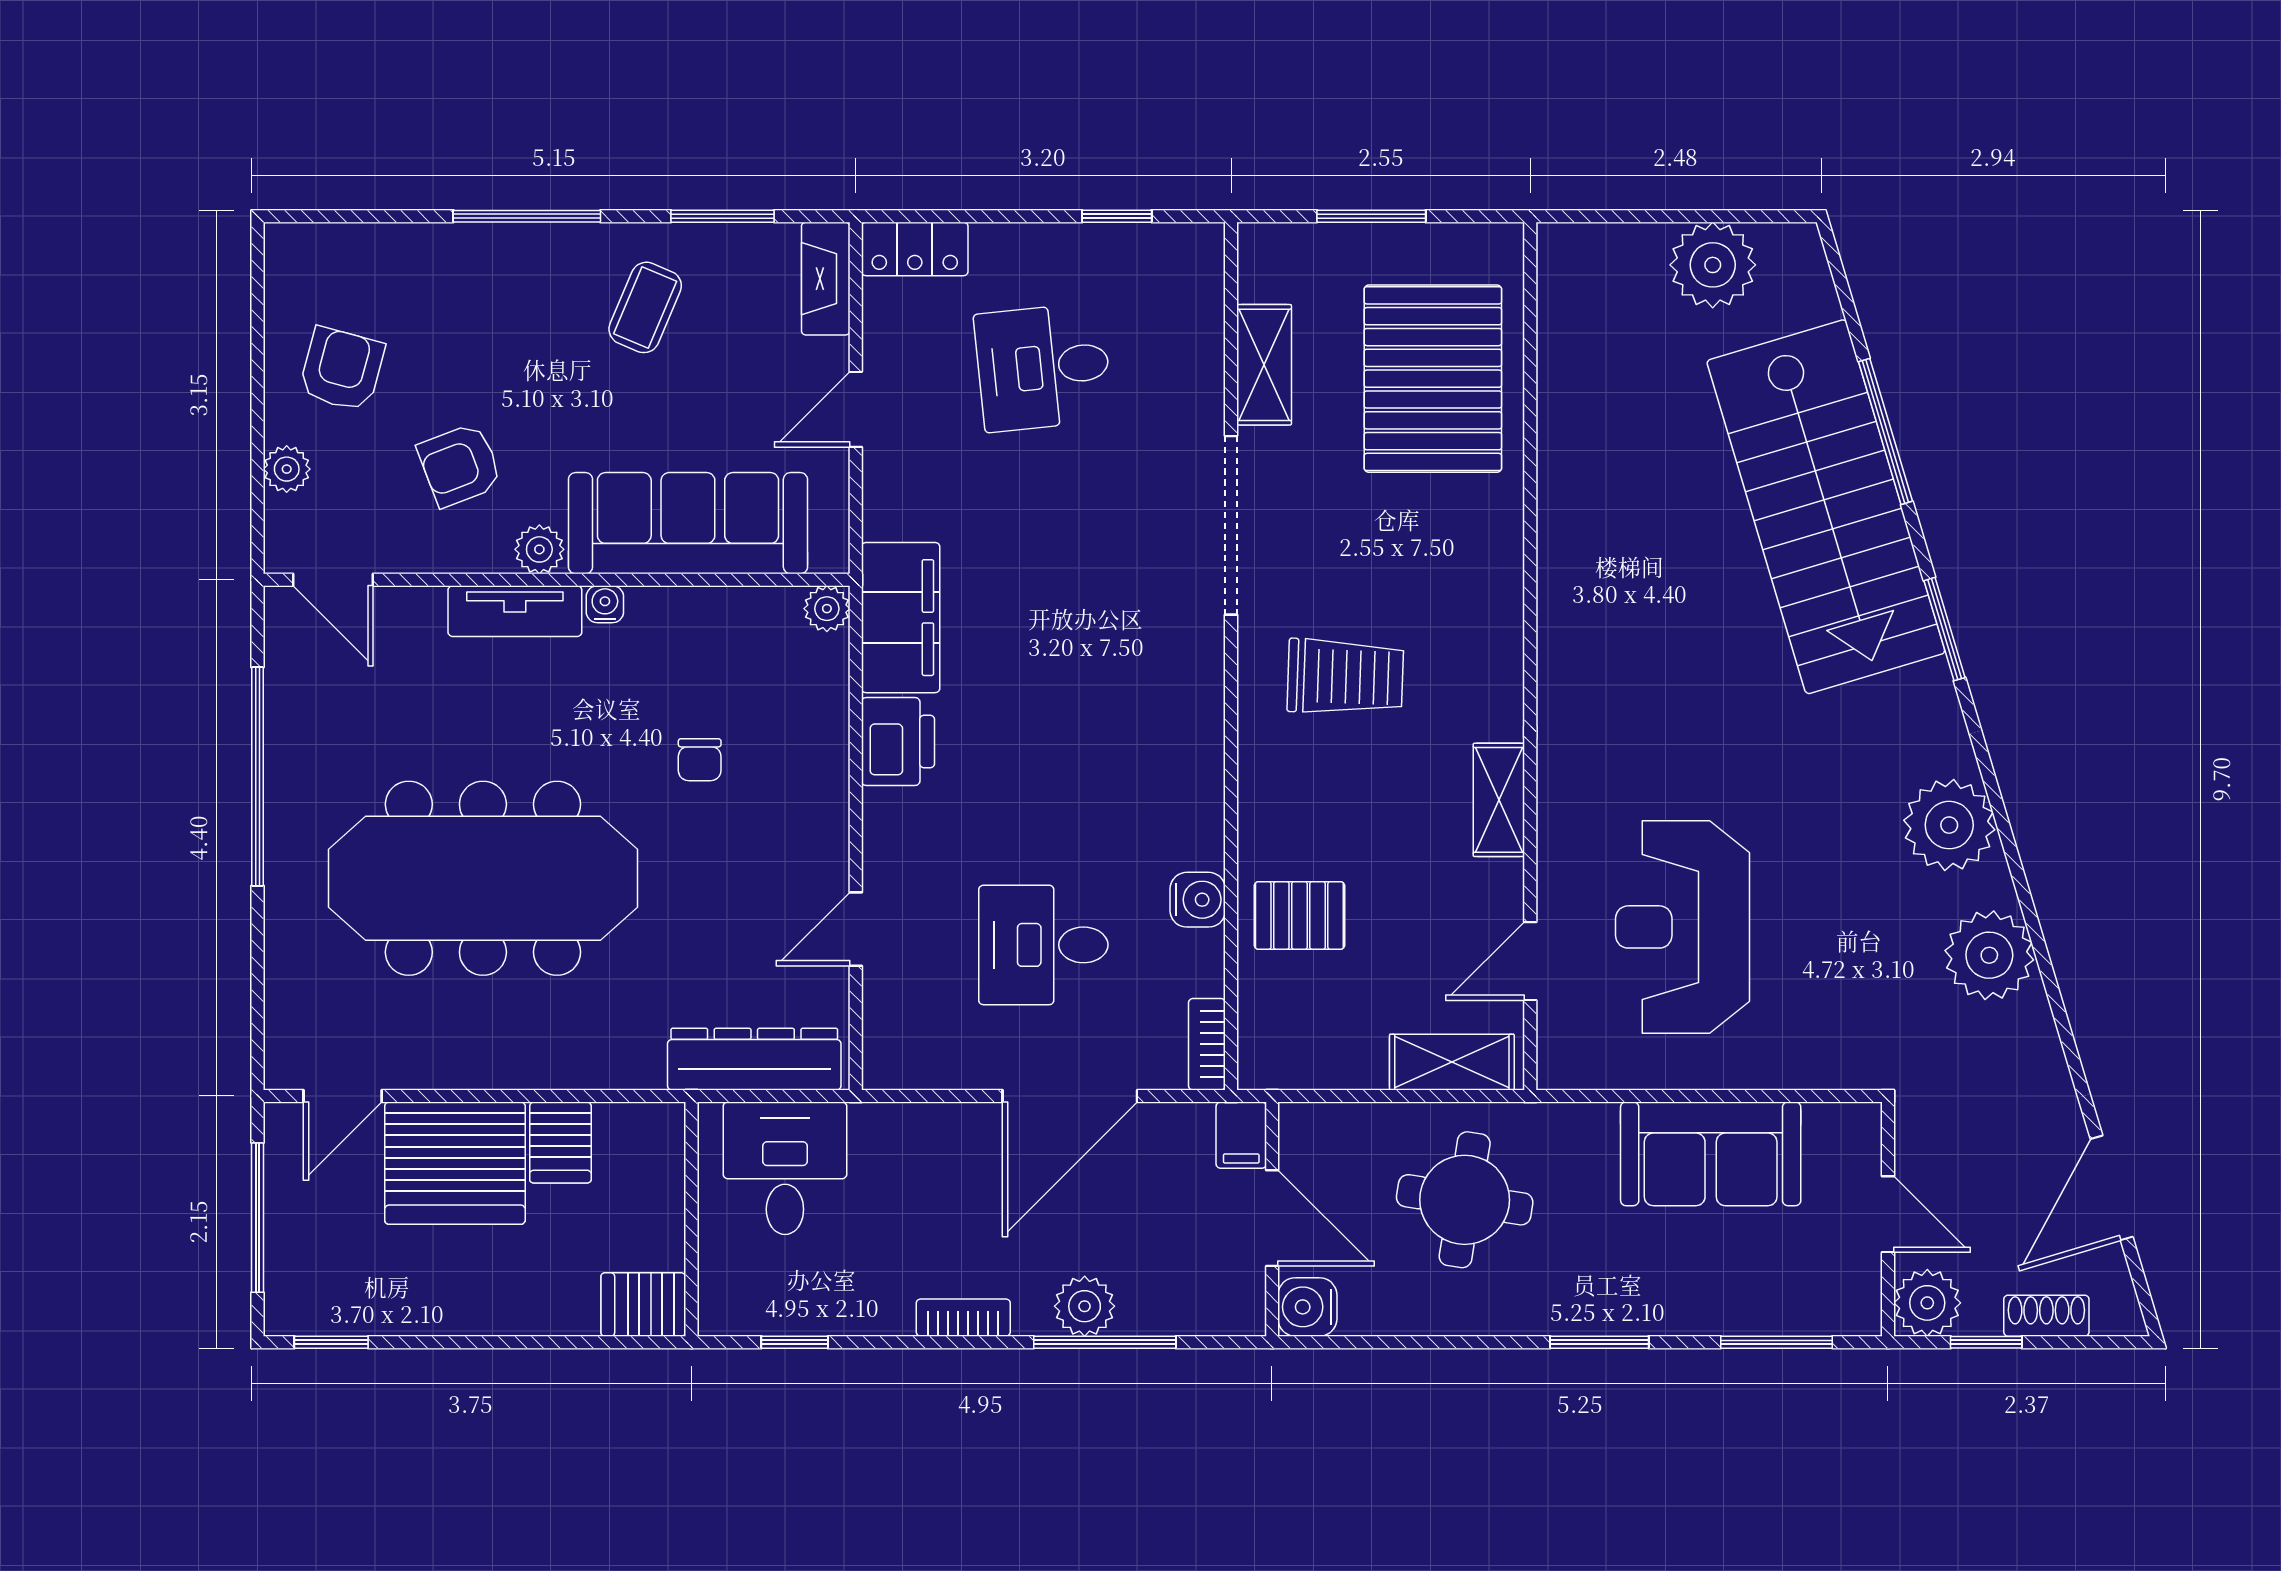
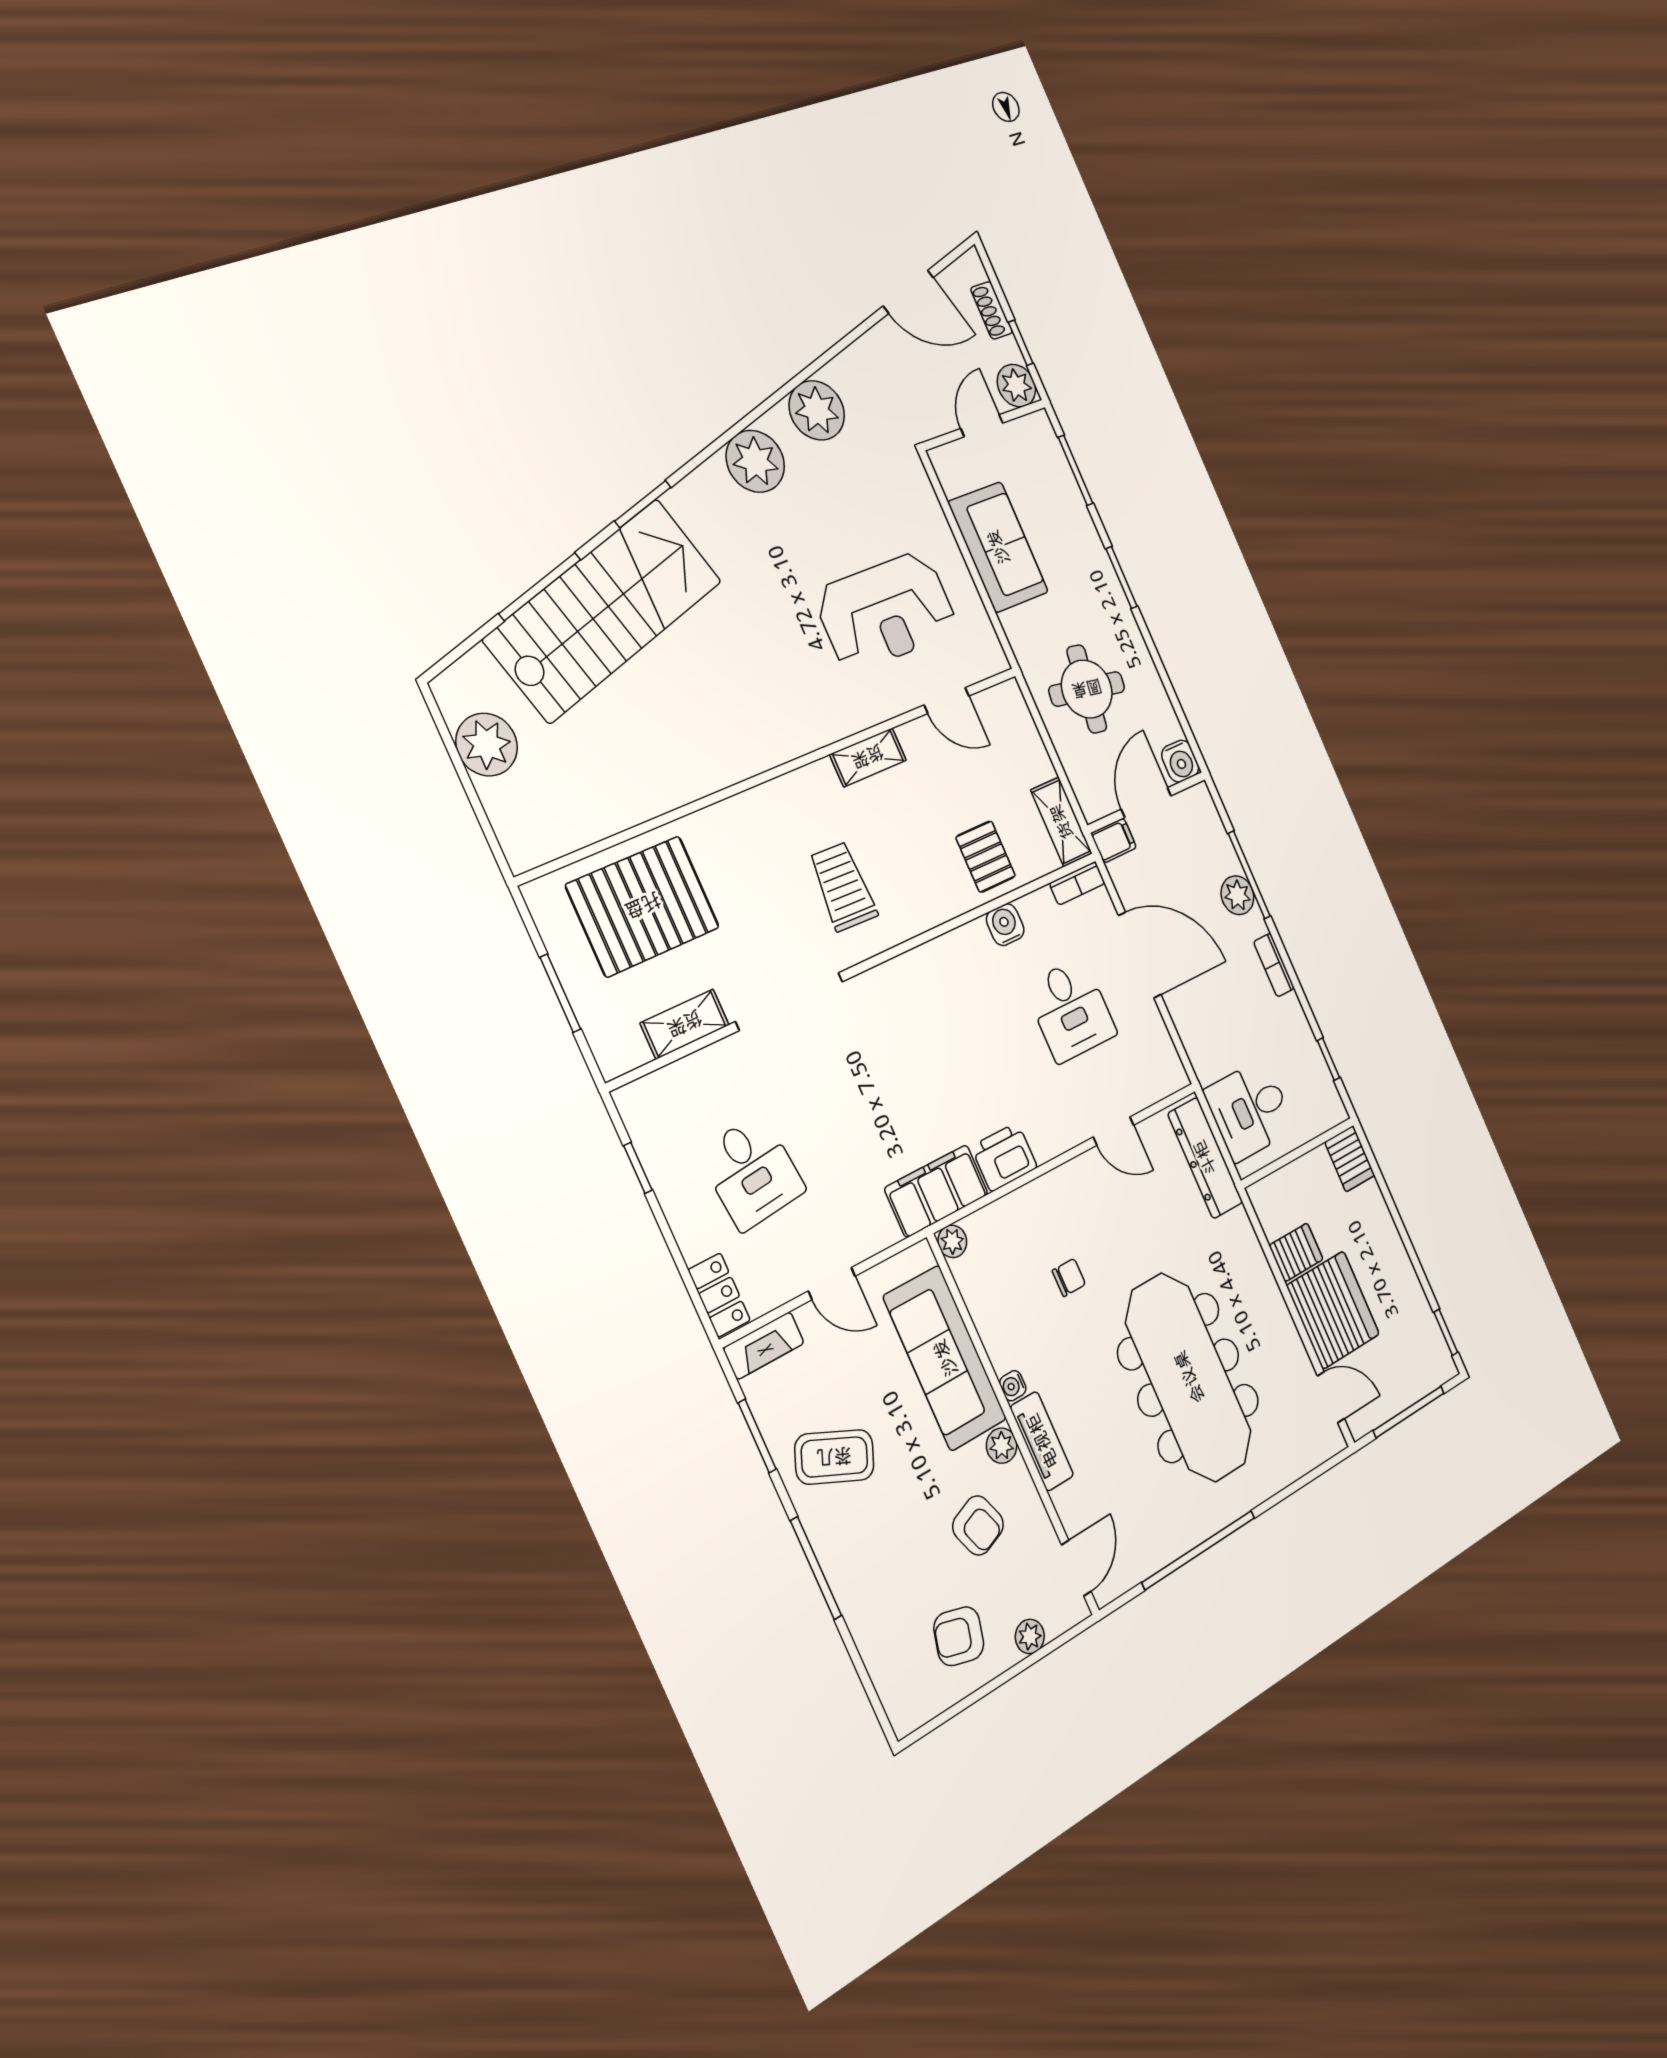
coffee table: (645, 307) -> (834, 1457), width x1.36, depth x1.30
shelving: (1452, 1062) -> (1061, 822), moved

